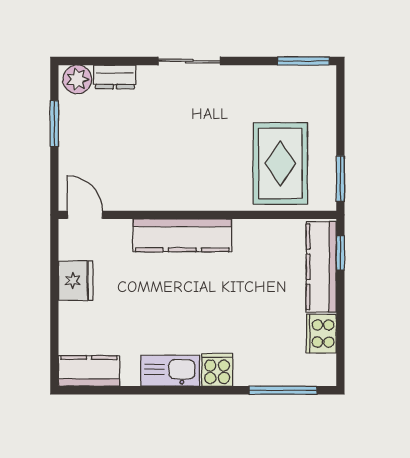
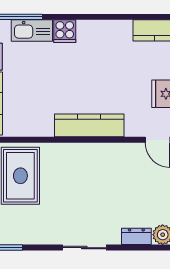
kitchen sink: (170, 371) -> (32, 31), moved

